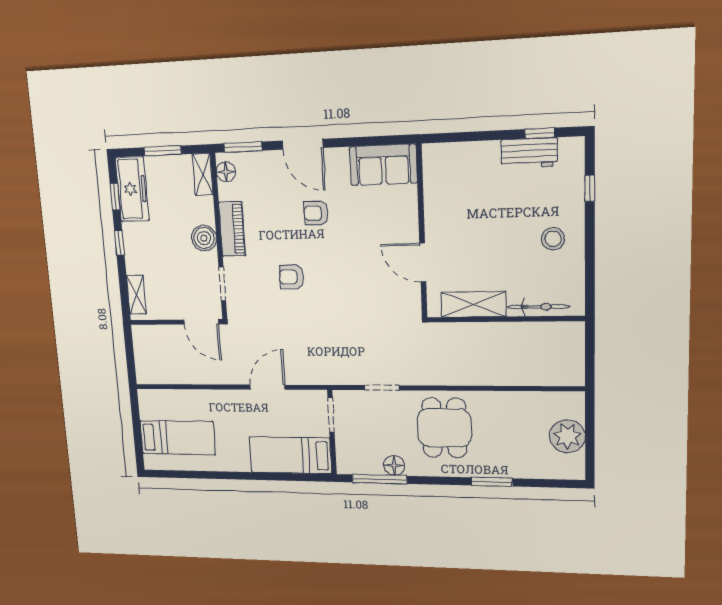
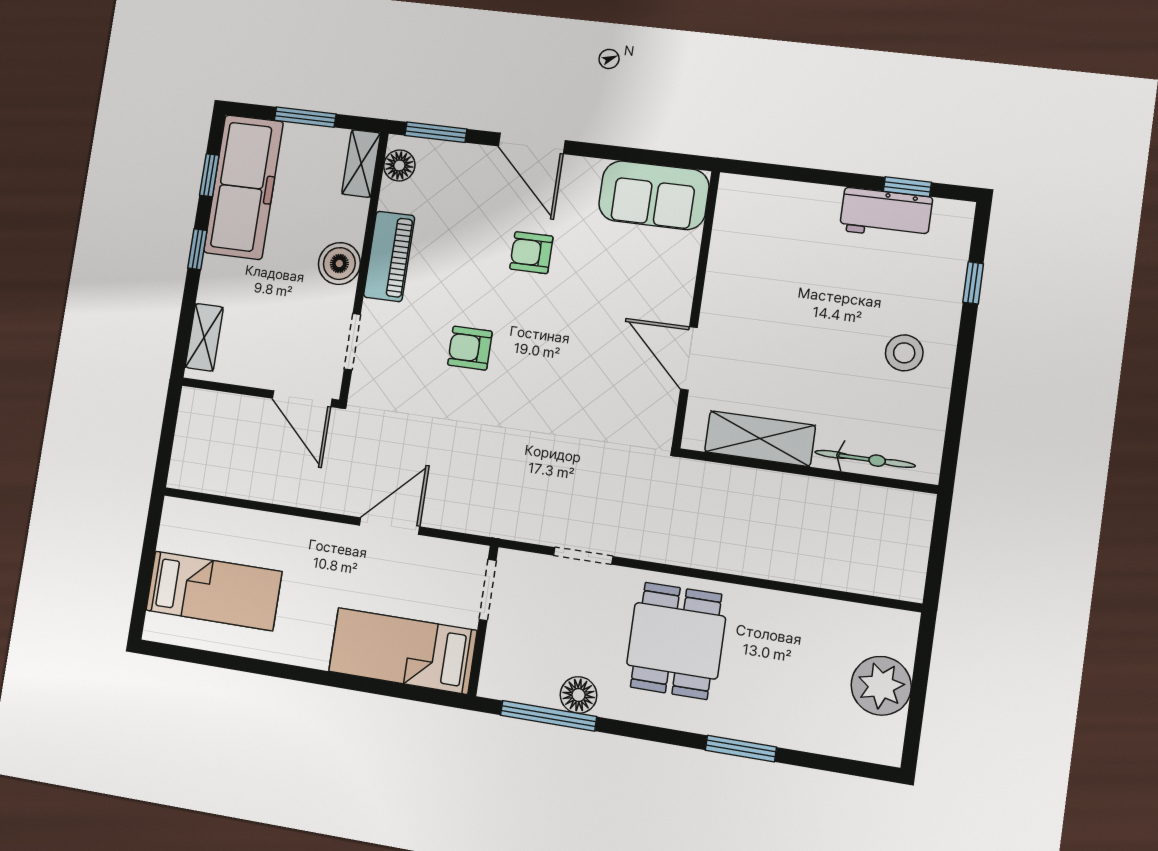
freezer: (132, 189) -> (243, 187), width x1.36, depth x1.26

